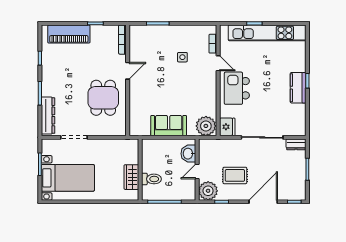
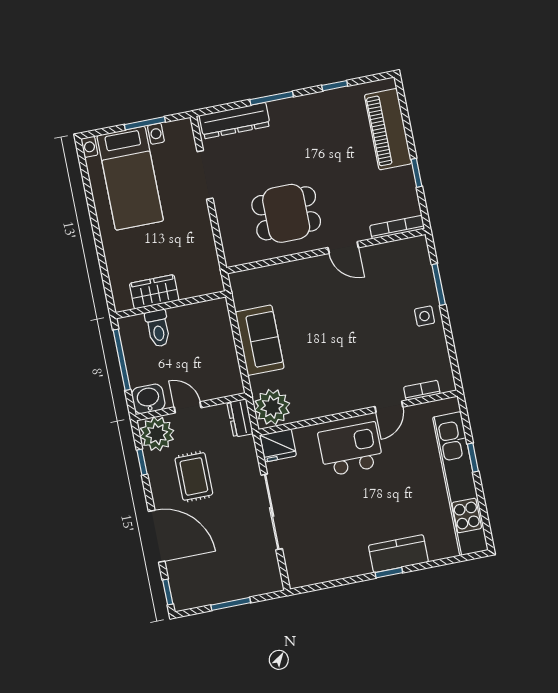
side table: (182, 57) -> (424, 316), moved
kitchen counter: (298, 88) -> (398, 554), moved
dresser: (296, 144) -> (240, 418), moved
washbasin: (188, 154) -> (148, 399), moved

